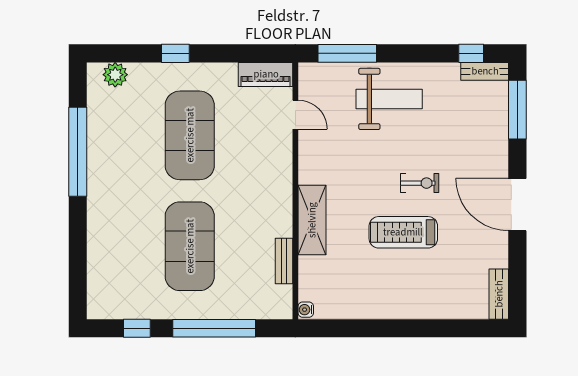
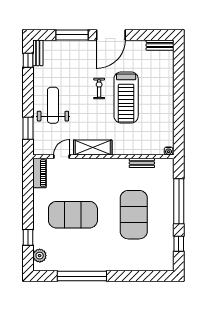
window: (175, 53) -> (28, 237), moved
window: (347, 53) -> (28, 128), width x0.69
window: (517, 110) -> (72, 35), moved
shelving: (312, 220) -> (93, 148), moved
treadmill: (403, 232) -> (126, 97), width x1.37, depth x1.38
exercise mat: (190, 246) -> (134, 215), turned 90

